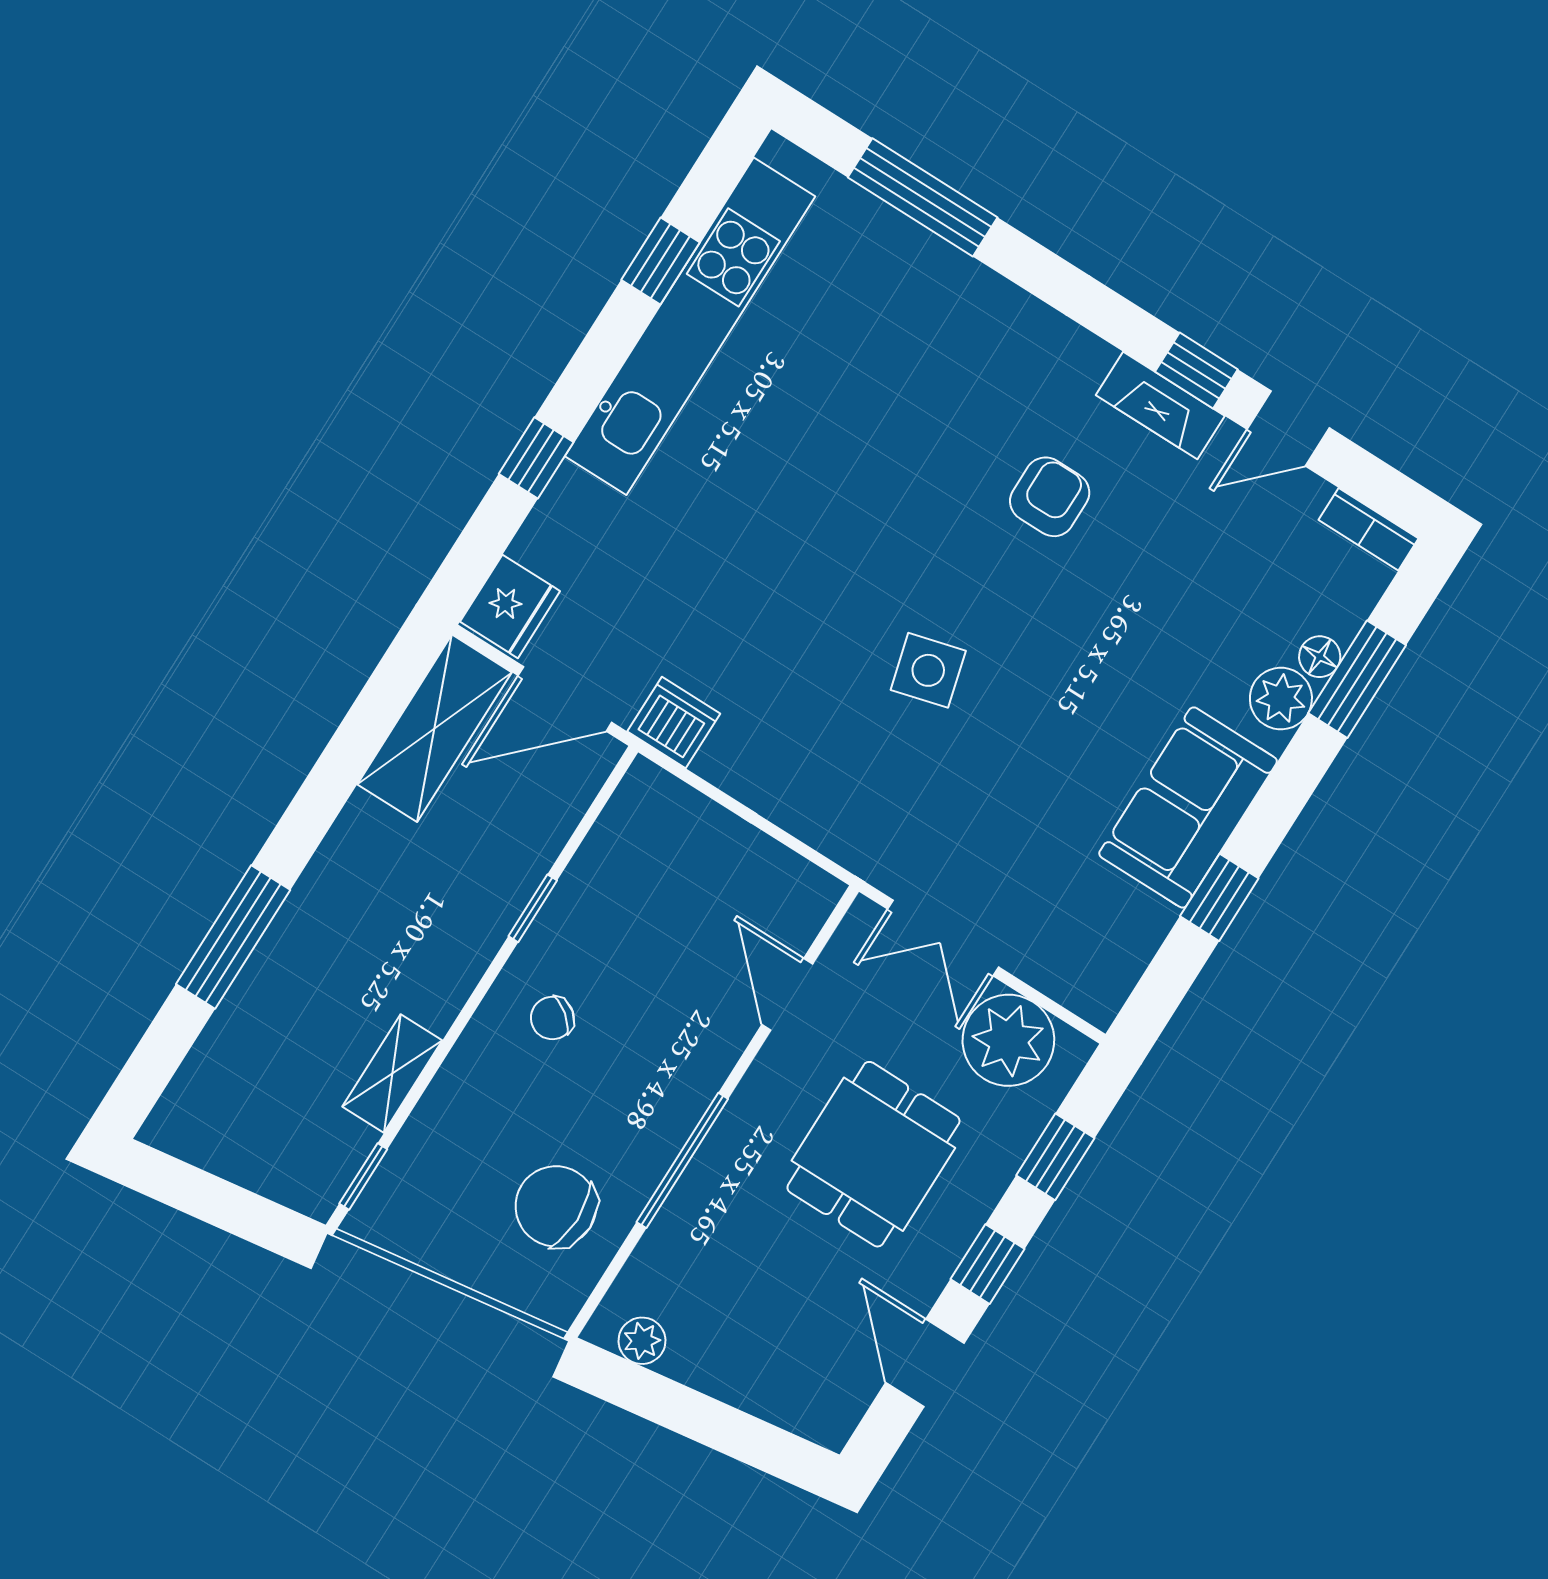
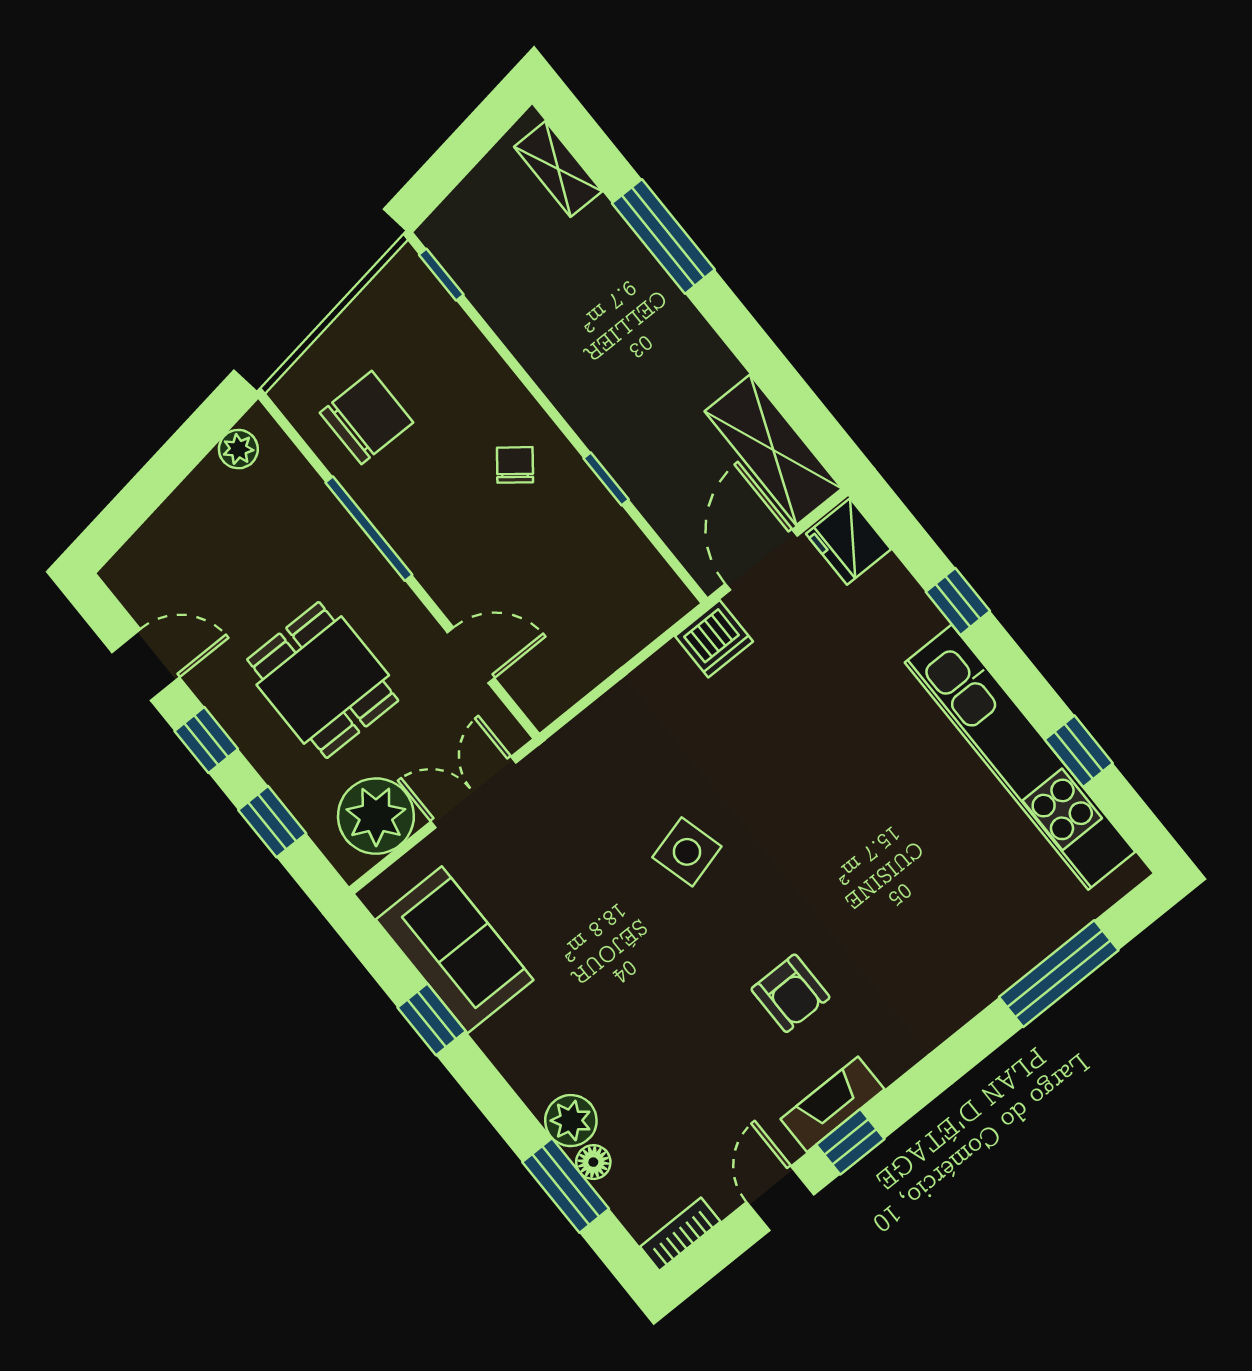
sofa: (1188, 807) -> (455, 950), moved
shelving: (392, 1073) -> (558, 169), moved

